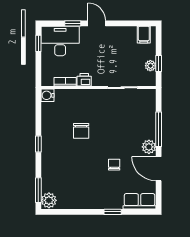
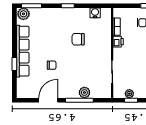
water cooler: (48, 95) -> (95, 13), moved
plant: (149, 147) -> (84, 93), moved
row of seats: (140, 201) -> (23, 51), moved, width x2.02

